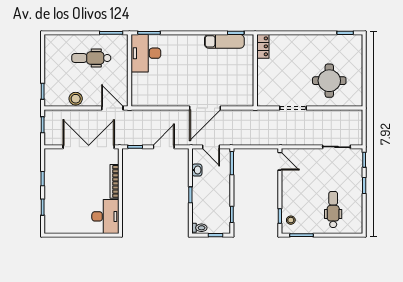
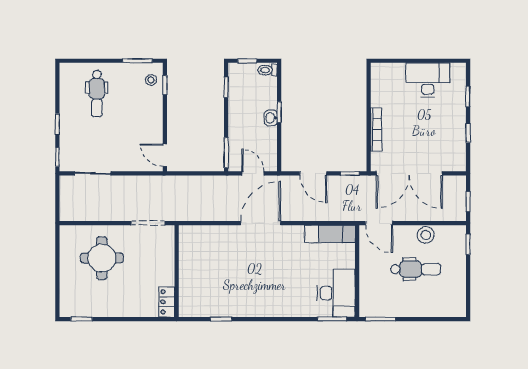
exam couch: (224, 41) -> (330, 234), moved, turned 180
locker: (263, 46) -> (167, 302), moved
dental chair: (91, 58) -> (416, 269), moved
wall: (255, 70) -> (177, 271), moved
door: (164, 147) -> (313, 173), hinge flipped
washbasin: (197, 170) -> (271, 118), moved
desk: (105, 216) -> (428, 80), moved, turned 90

